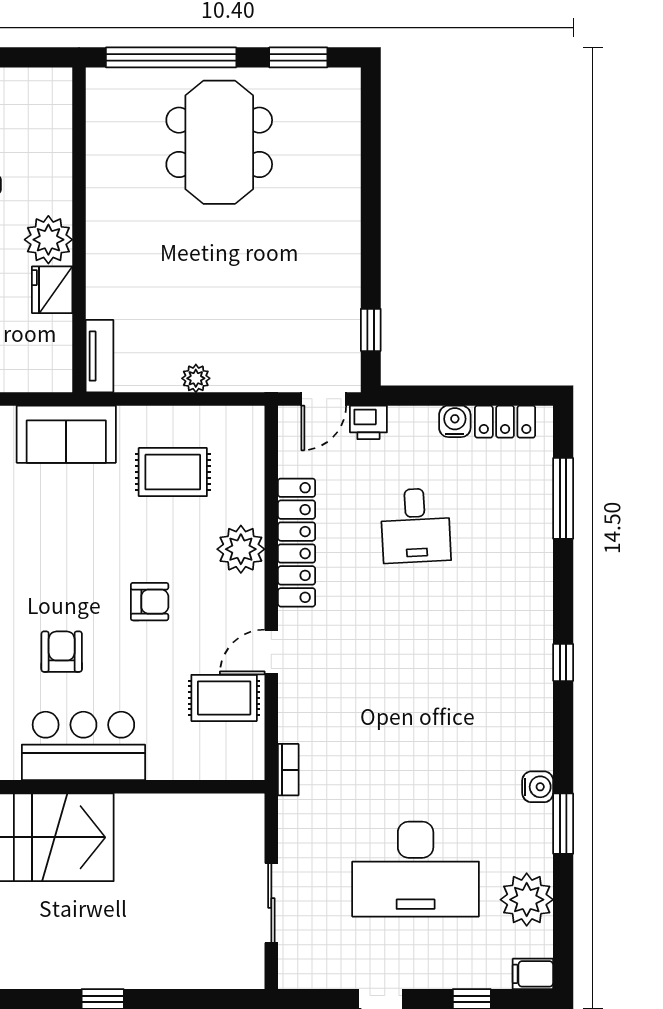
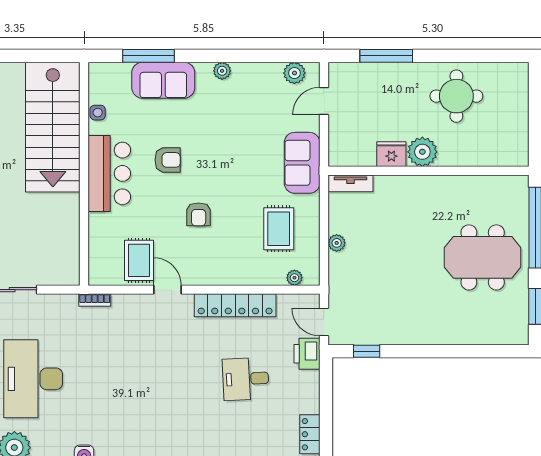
water cooler: (455, 421) -> (310, 403), removed
printer: (368, 422) -> (307, 354), width x1.36, depth x1.24
plant: (241, 549) -> (294, 278), moved, width x0.53, depth x0.53

